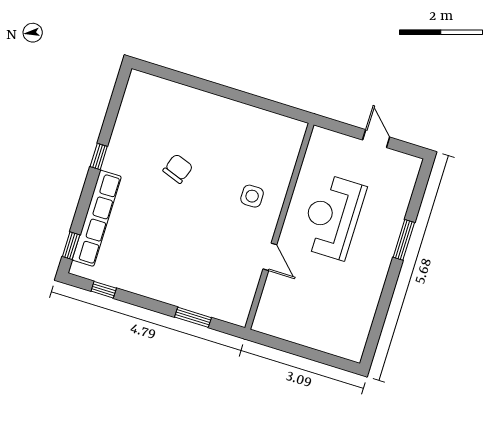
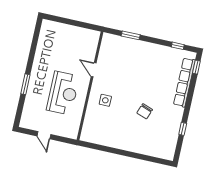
window: (99, 156) -> (183, 129), moved

